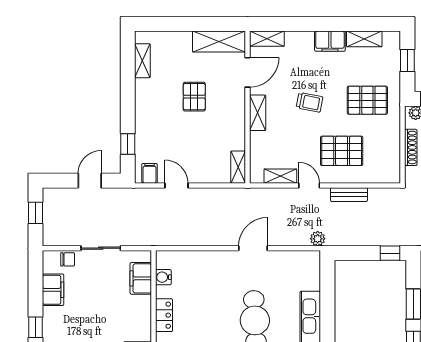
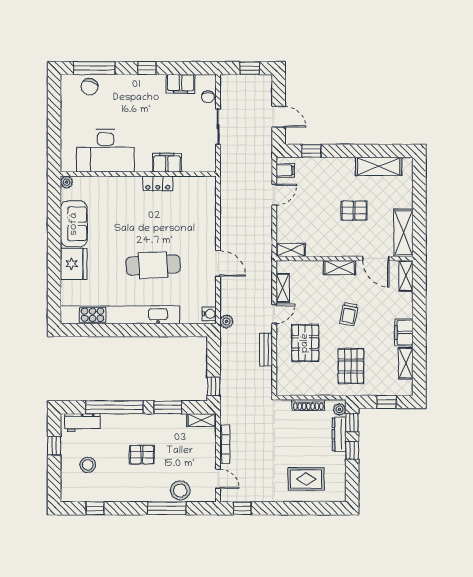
shelving: (142, 61) -> (379, 166), width x1.50, depth x1.33
water cooler: (163, 277) -> (209, 314), moved, turned 90
filing cabinet: (141, 278) -> (167, 163), moved

